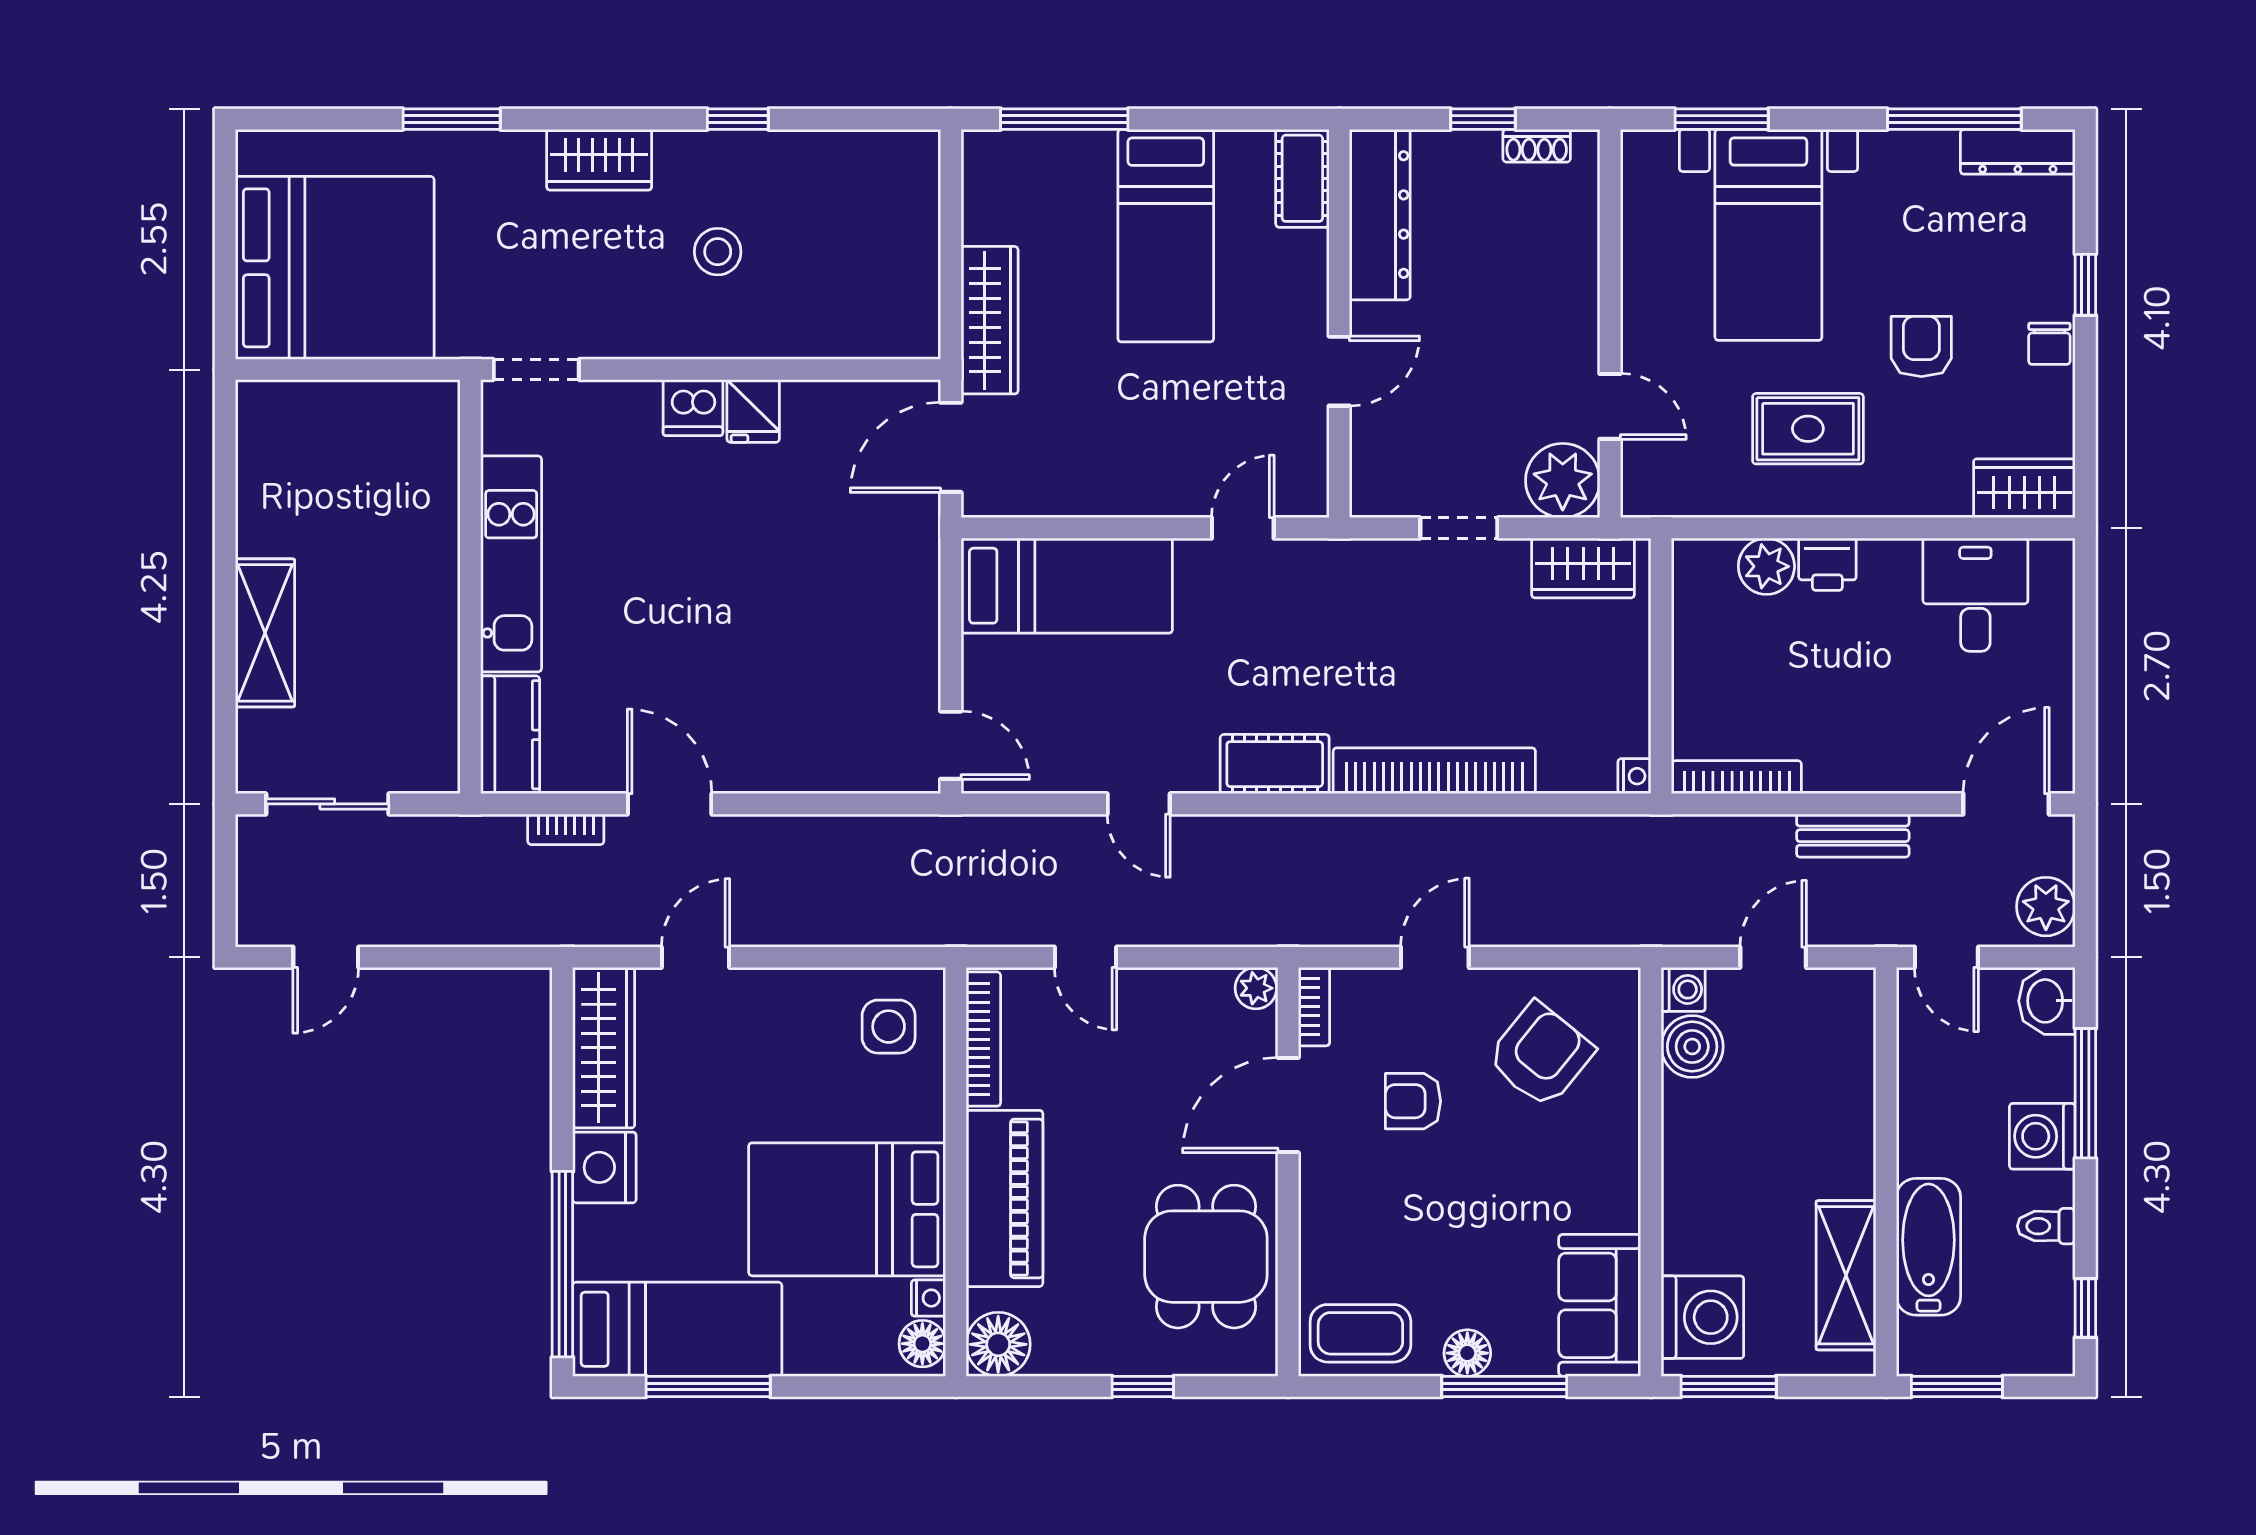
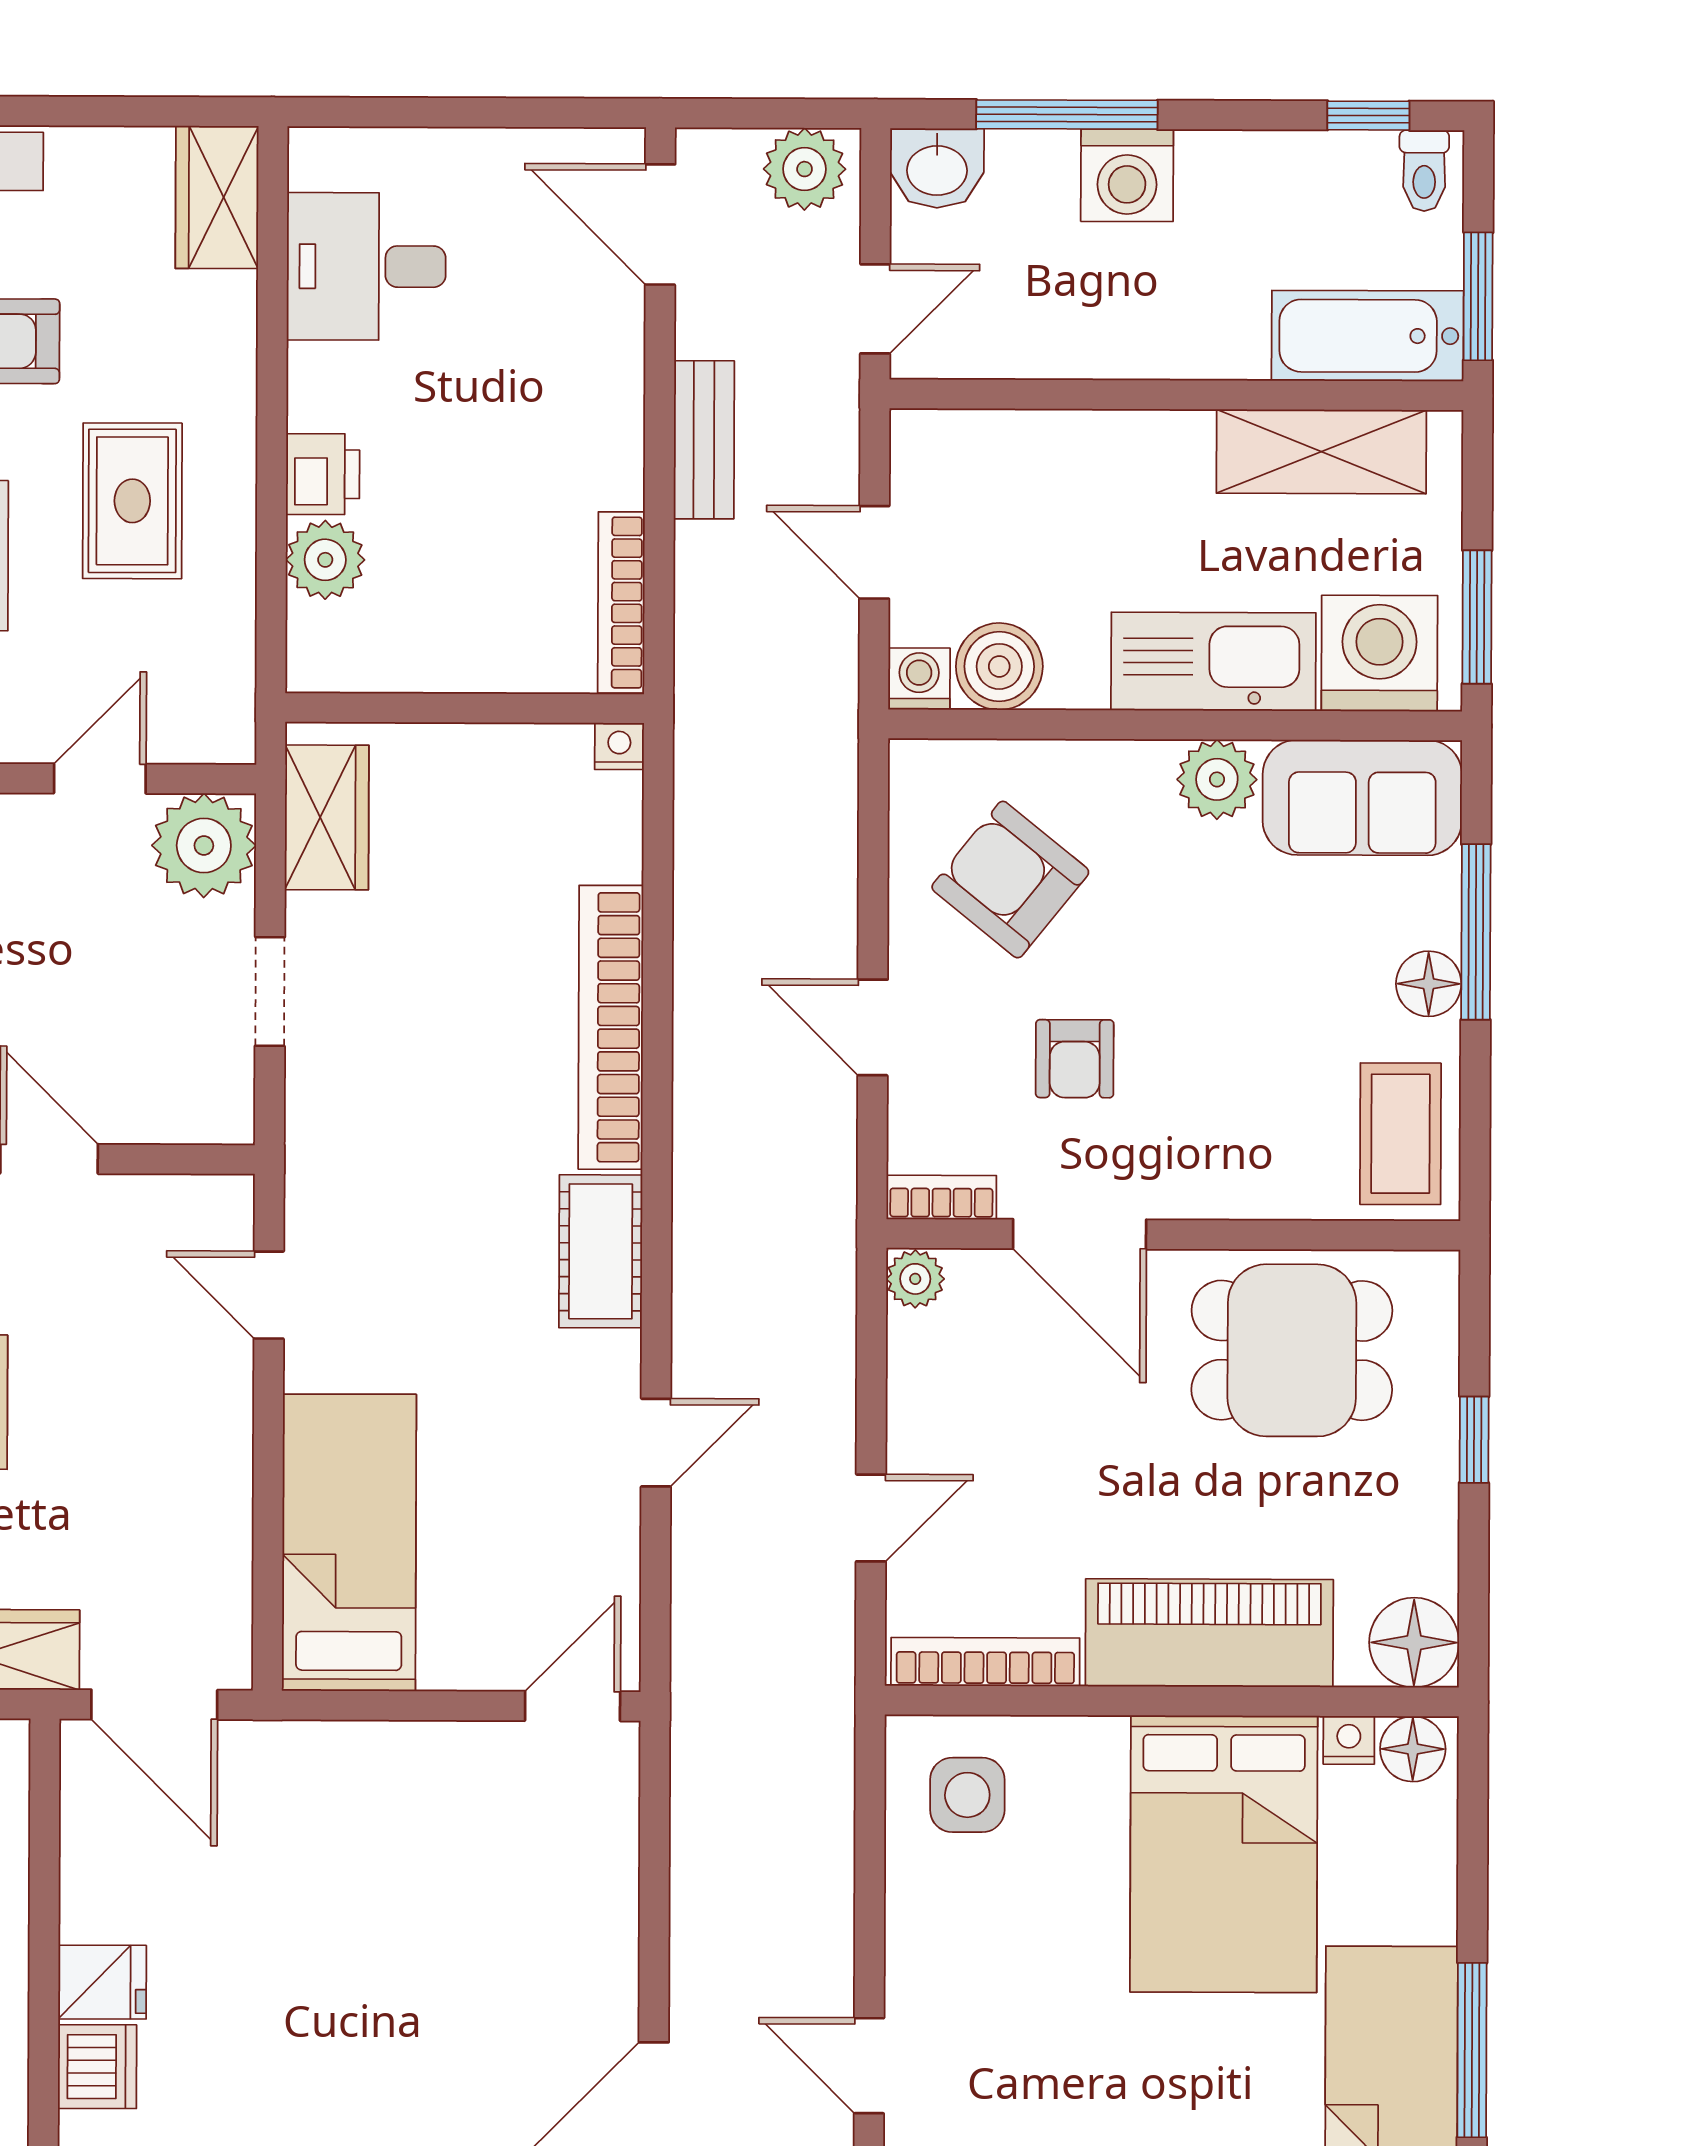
kitchen sink: (1696, 1199) -> (1213, 662), added
plant: (1612, 1202) -> (1217, 779), added
toilet: (2046, 1226) -> (1424, 171), moved
bathtub: (1928, 1247) -> (1368, 336), moved

